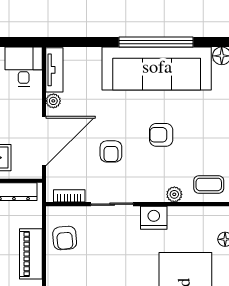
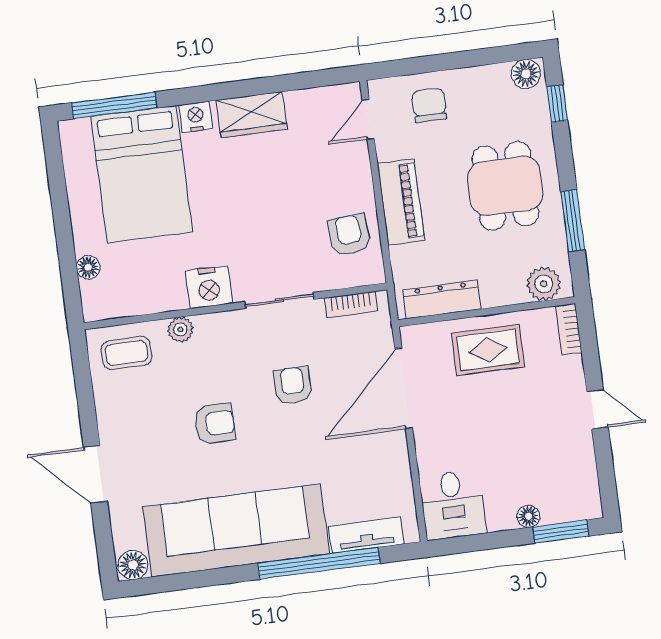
window: (156, 42) -> (319, 563), moved
tv unit: (54, 70) -> (366, 535), moved, turned 90
plant: (53, 101) -> (397, 456), removed

